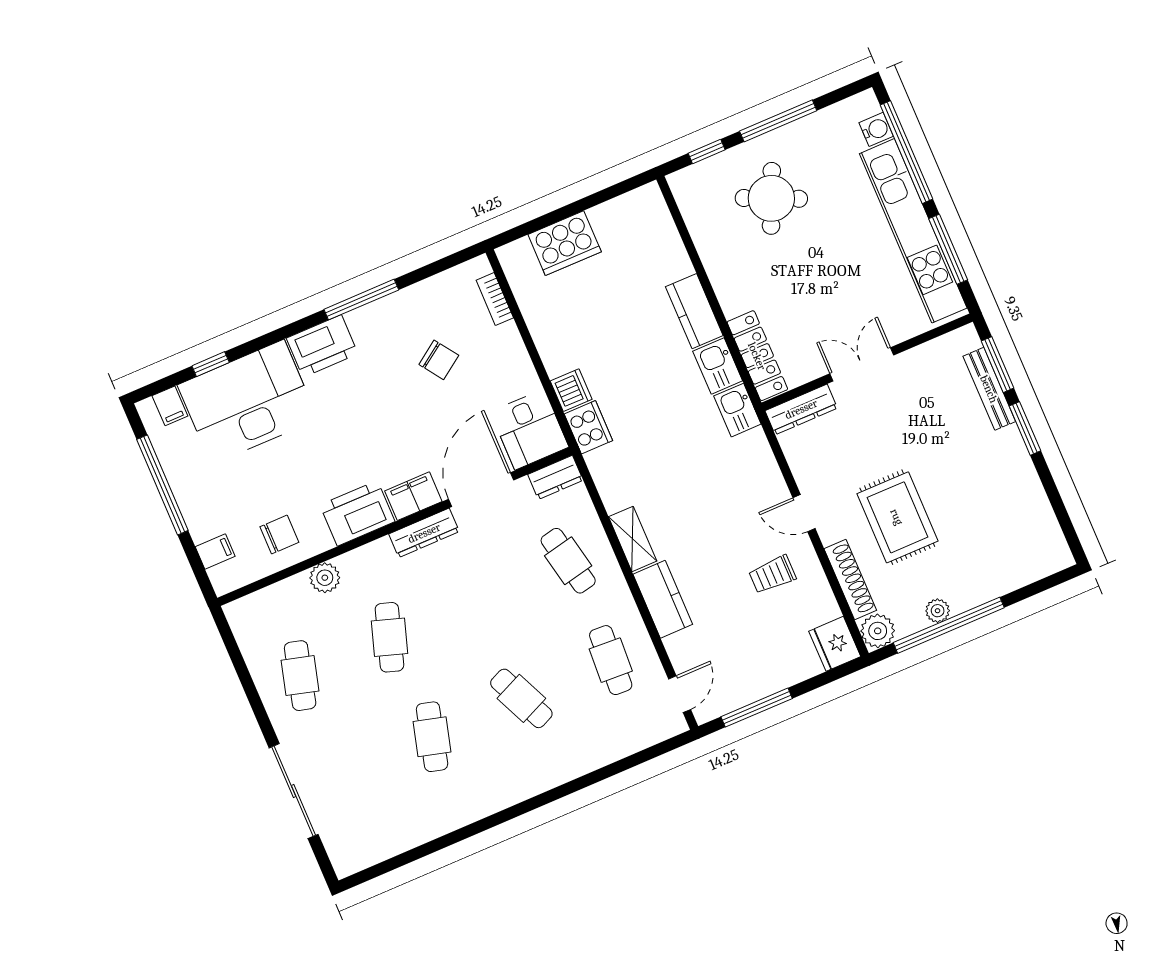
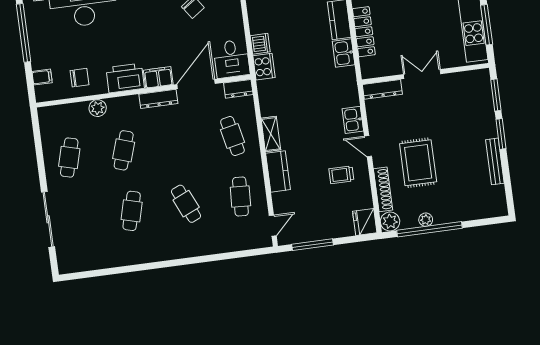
locker: (757, 356) -> (364, 32), moved
bench: (989, 389) -> (495, 161), moved
kitchen sink: (737, 410) -> (353, 120), moved

